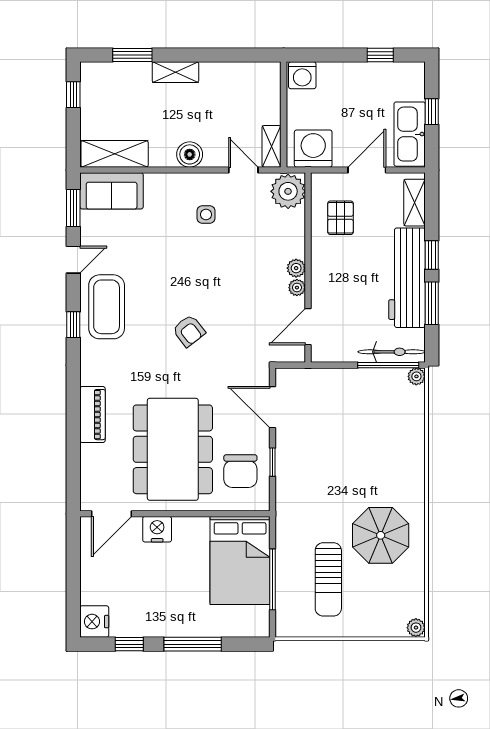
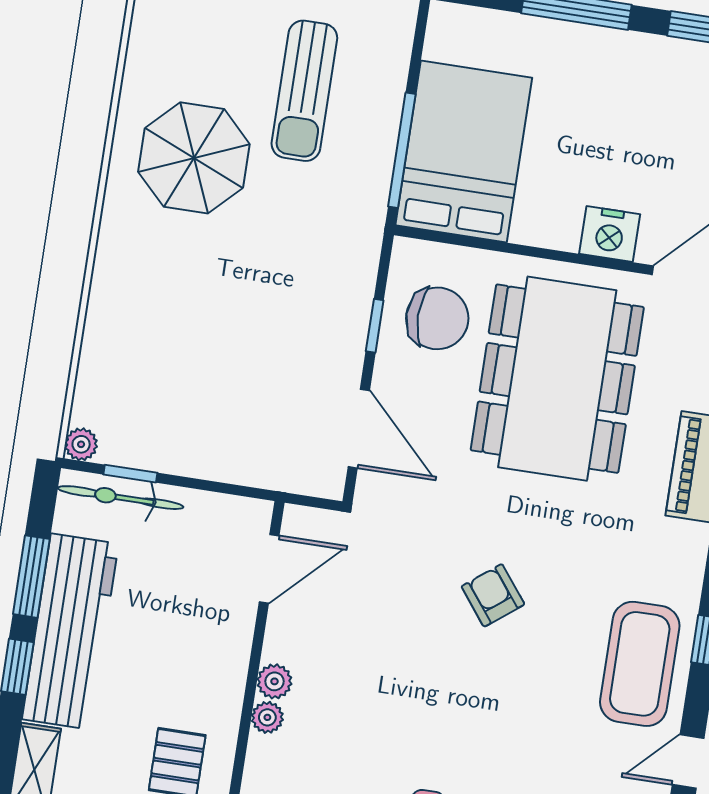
plant: (297, 288) -> (267, 717), moved
window: (388, 365) -> (130, 474), width x0.46
chair: (240, 471) -> (437, 318), turned 90
window: (273, 579) -> (402, 150), moved
sun lounger: (328, 579) -> (304, 91), turned 180

